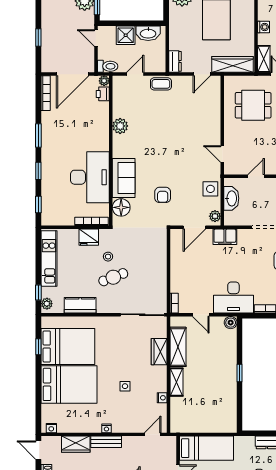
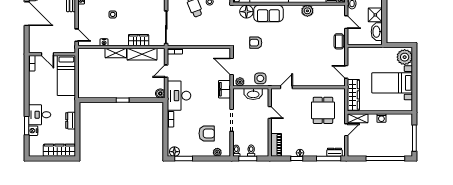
dresser: (175, 61) -> (356, 52), removed

